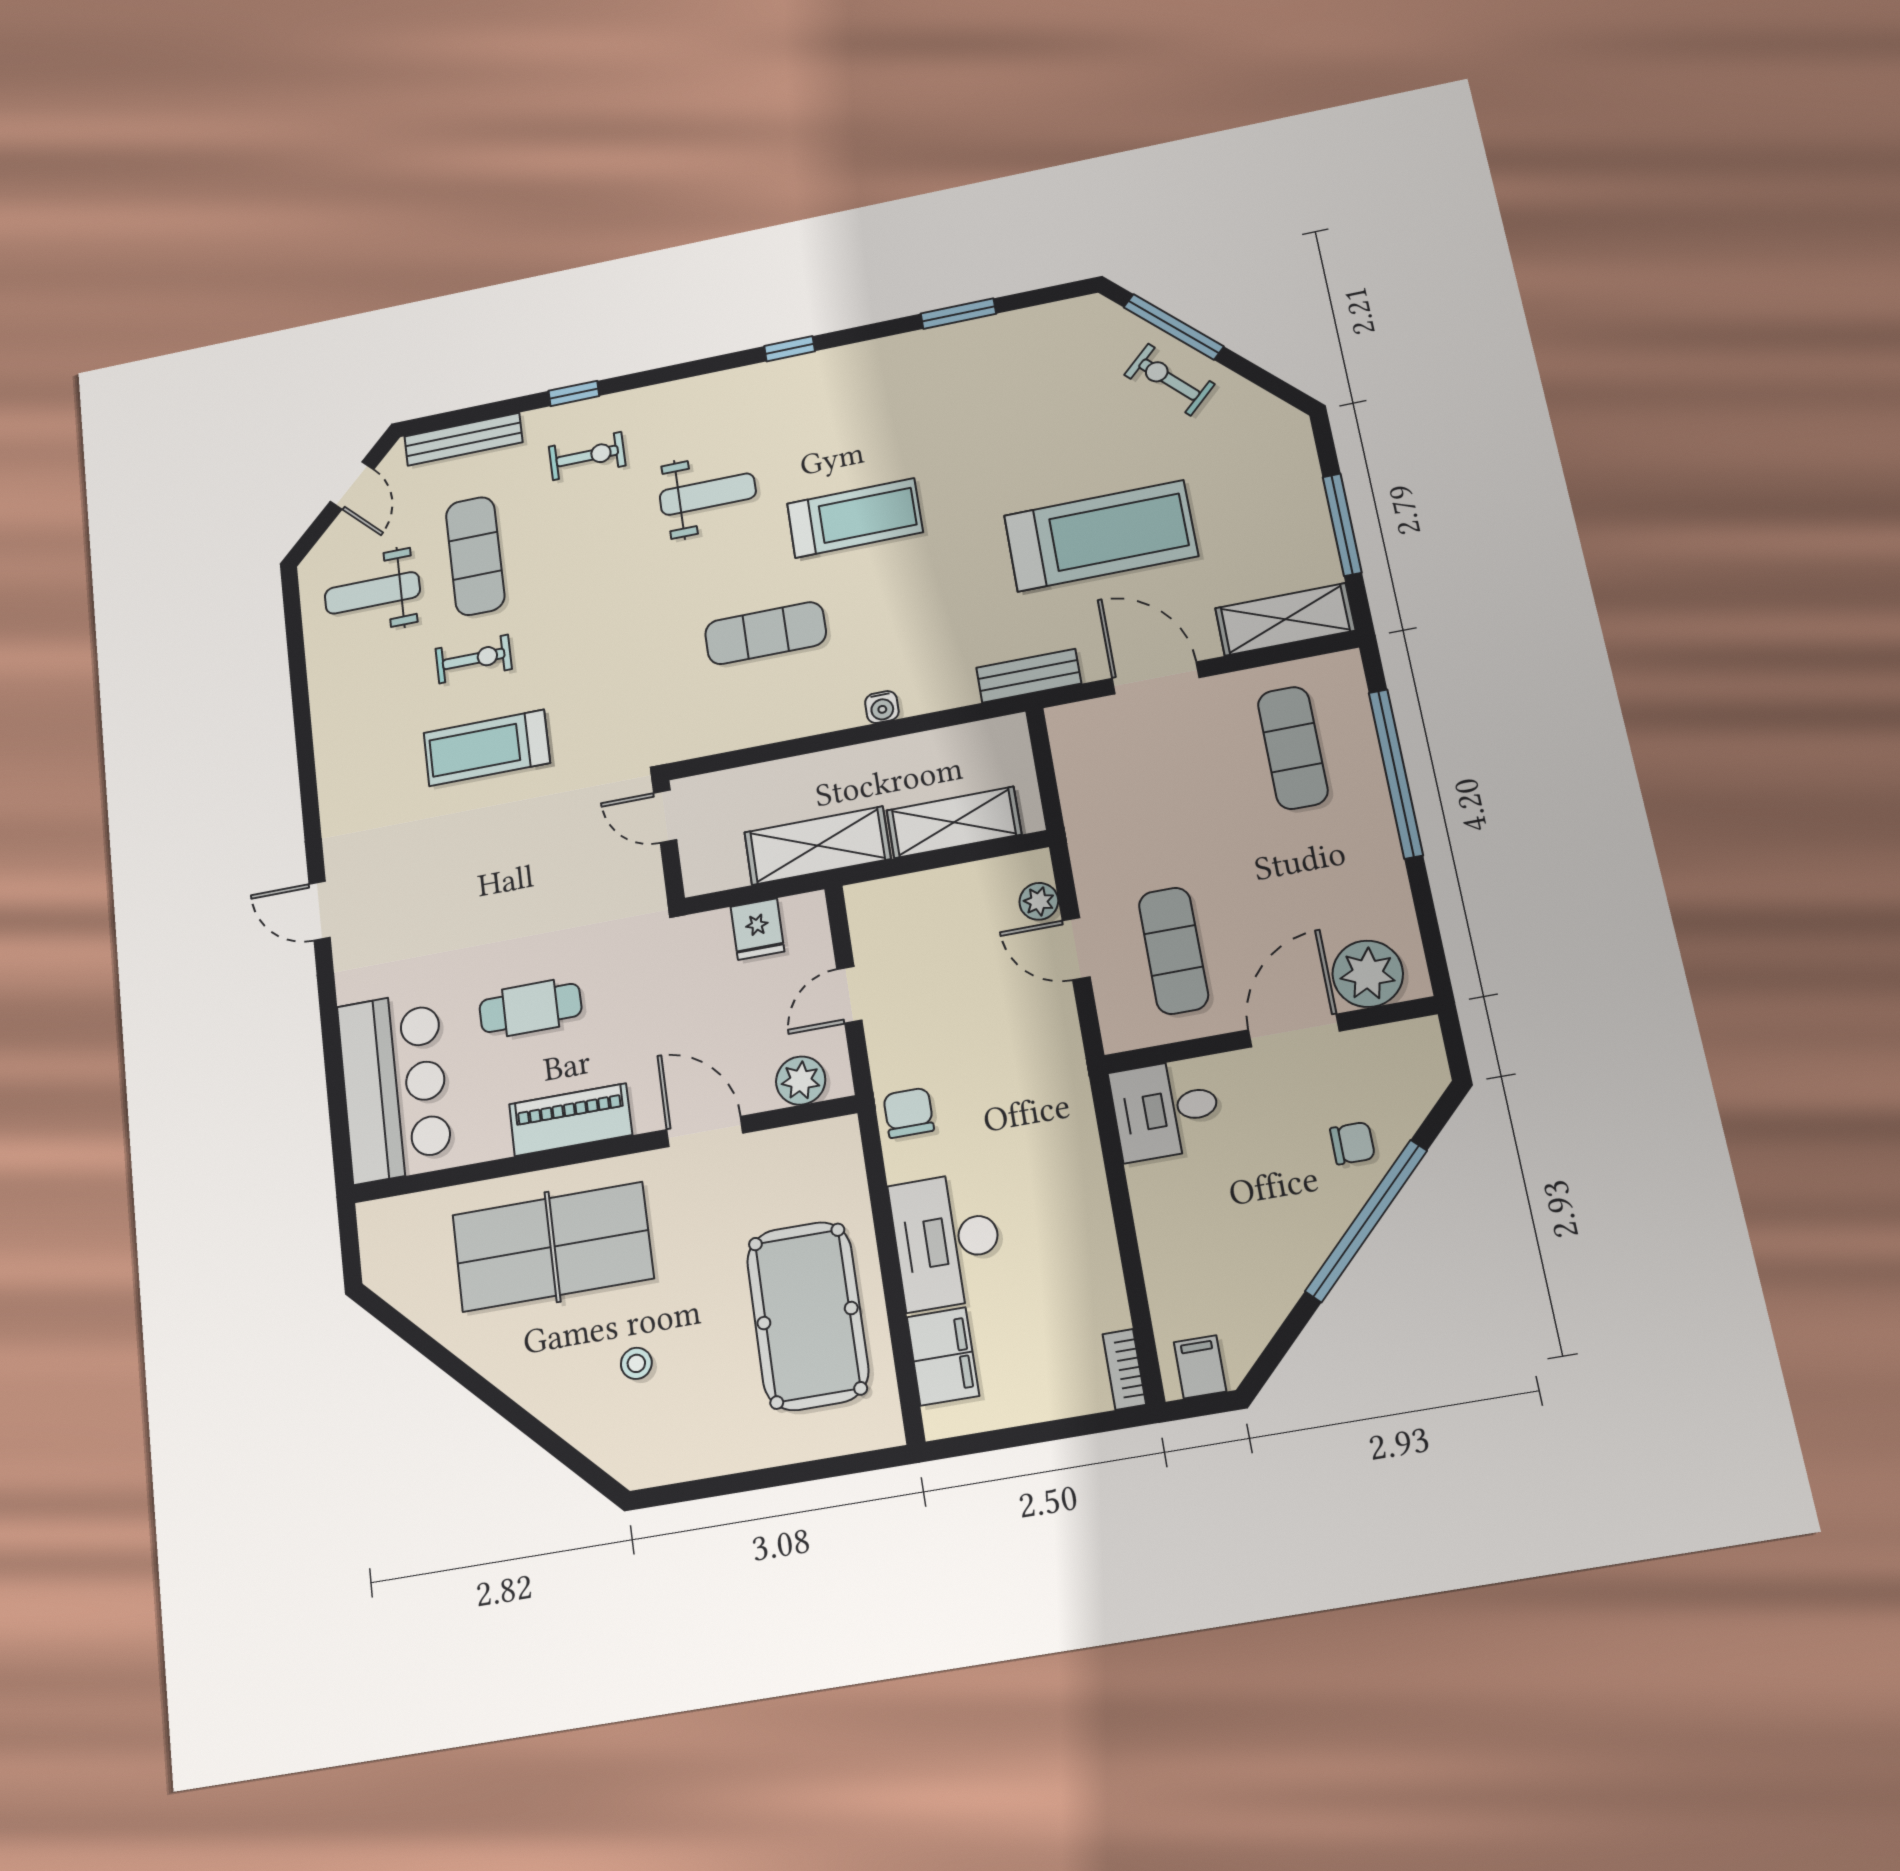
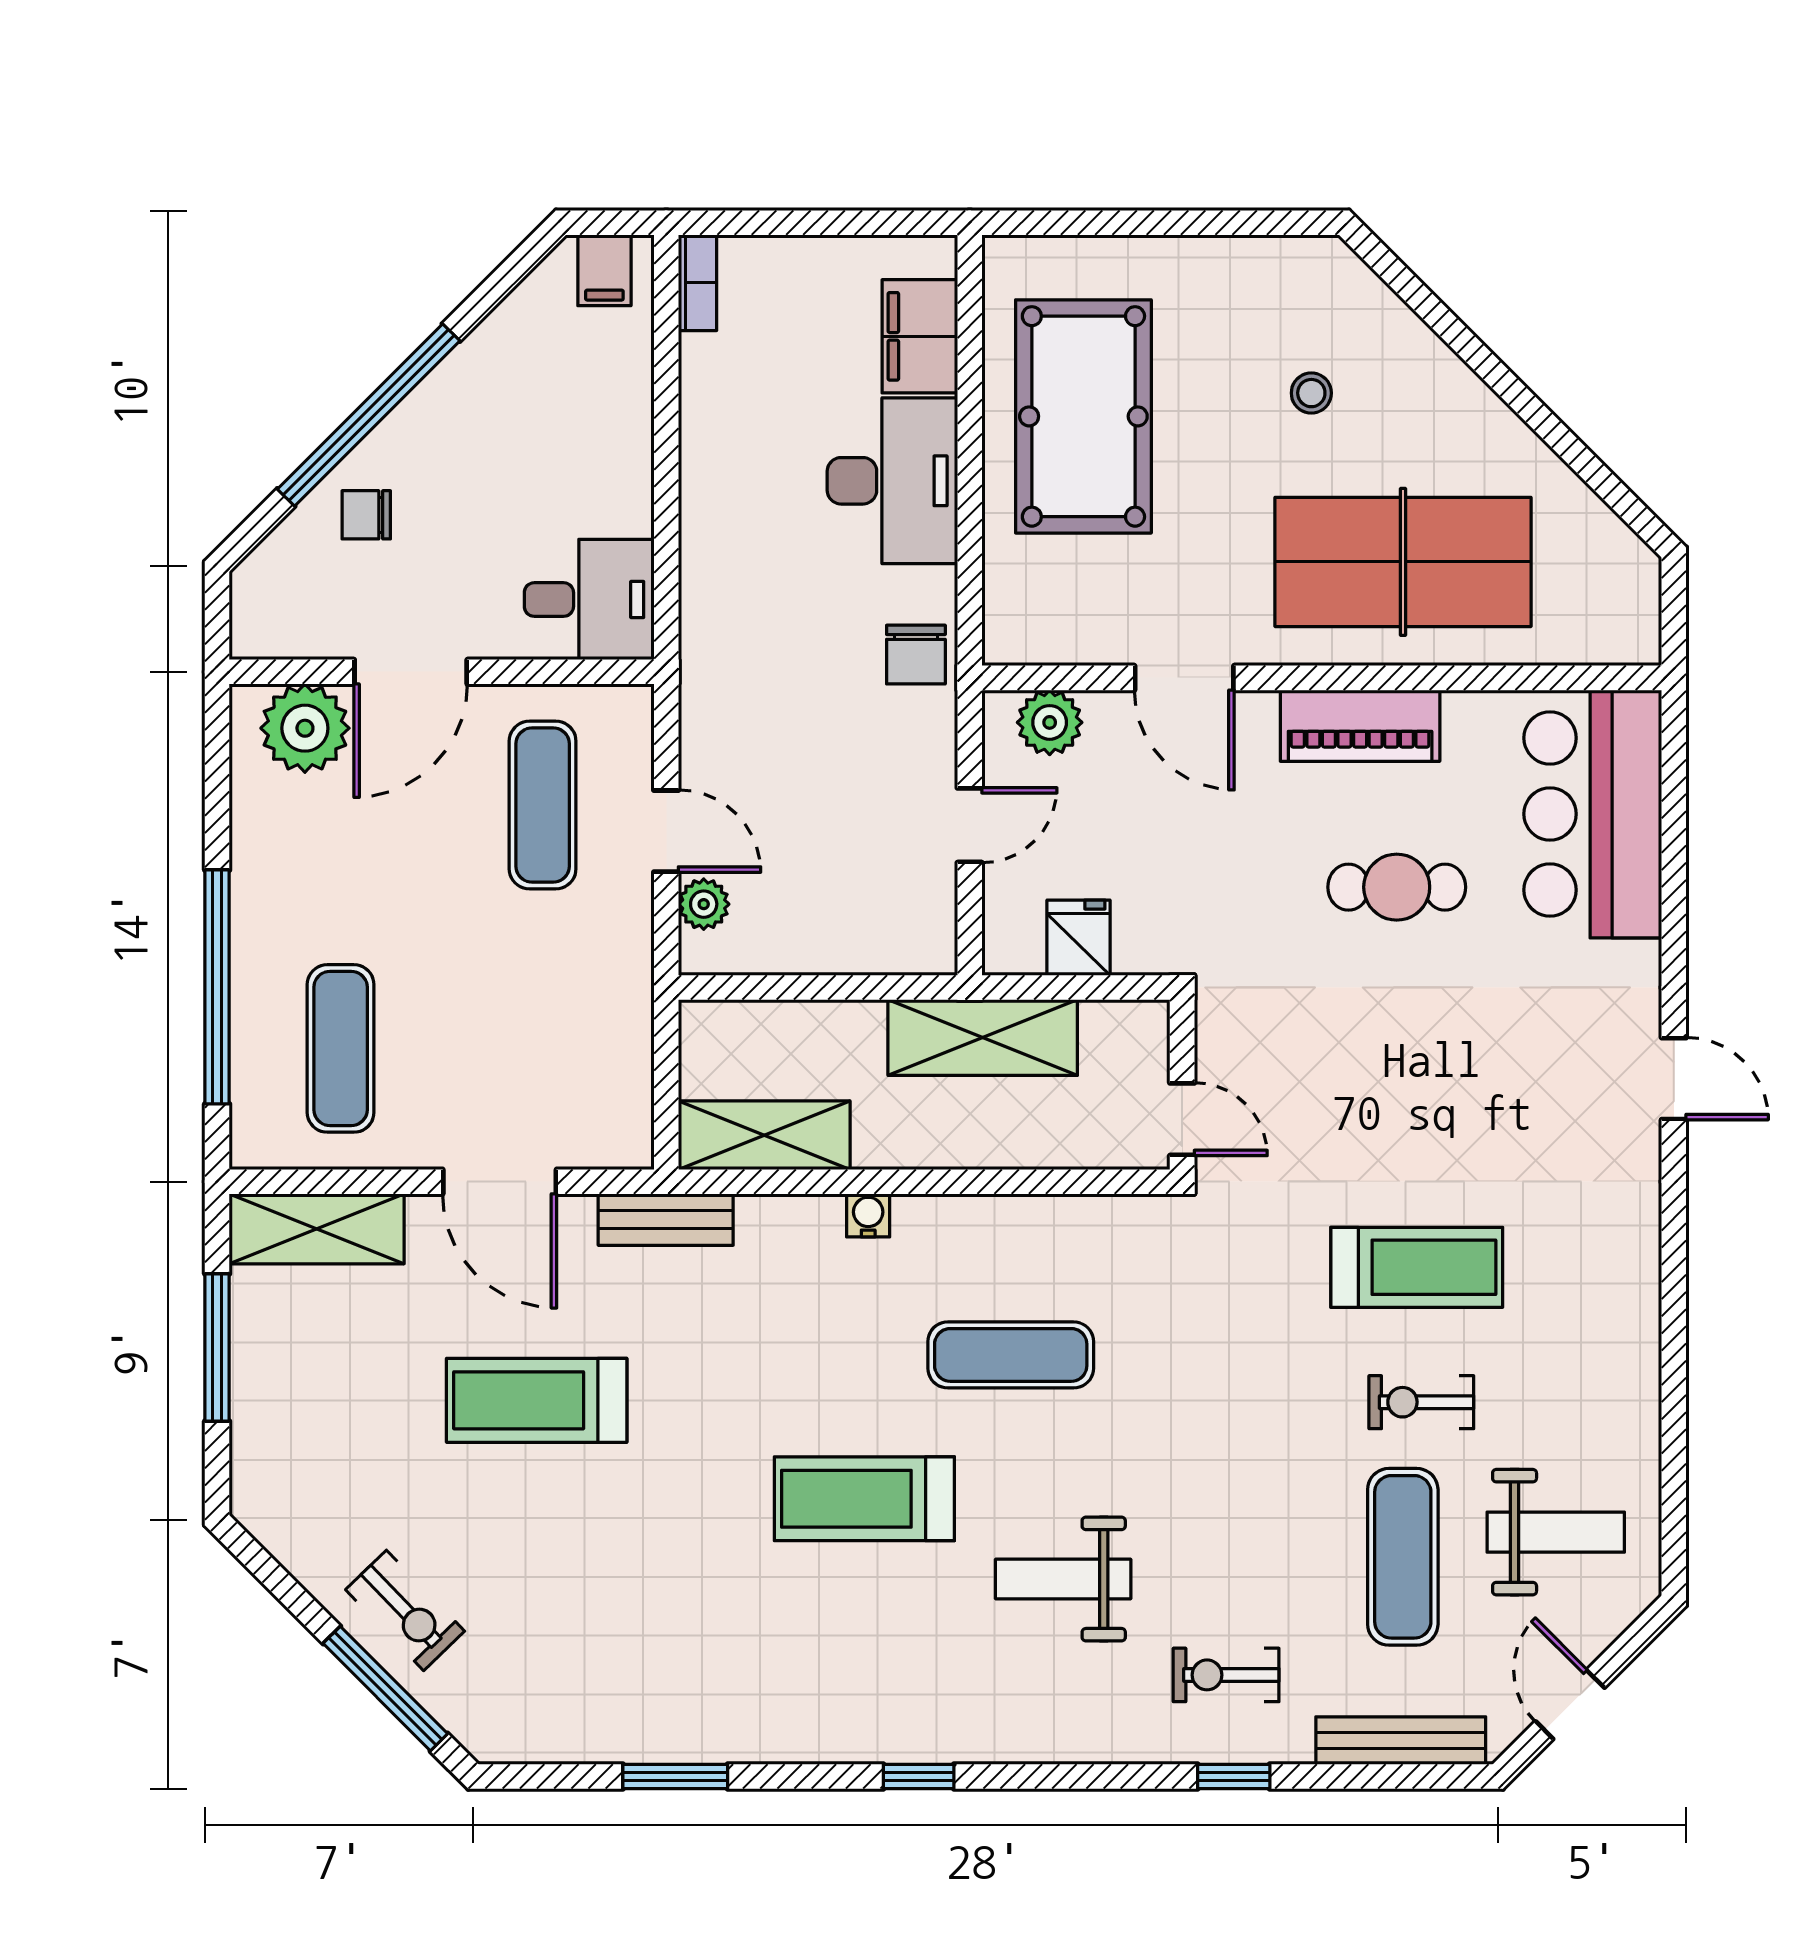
treadmill: (1101, 536) -> (537, 1400), width x0.73, depth x0.73
shelving: (954, 822) -> (764, 1135), moved

